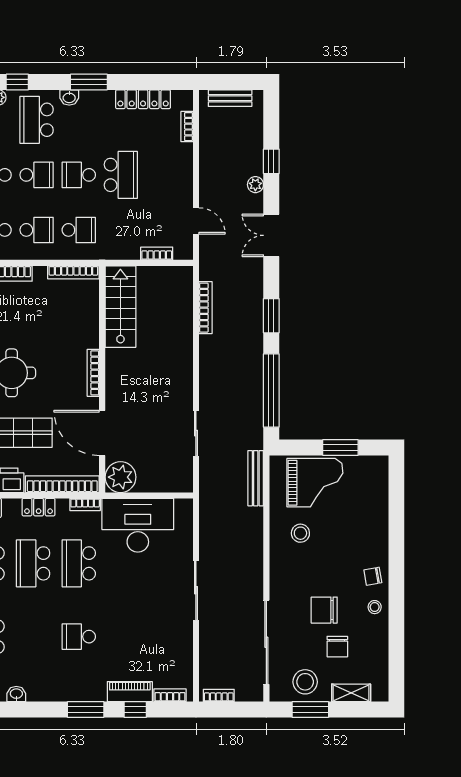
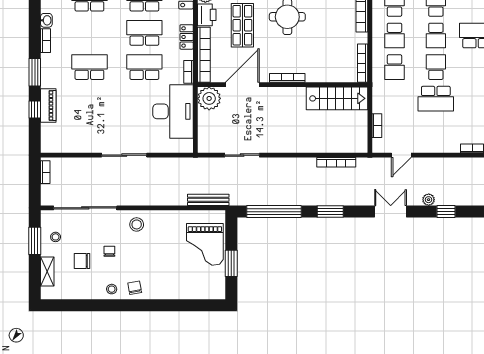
stool: (300, 533) -> (137, 224), moved
chair: (324, 610) -> (109, 251), width x0.54, depth x0.54
school desk: (79, 637) -> (89, 67), width x1.85
stool: (305, 682) -> (56, 237), width x0.53, depth x0.53
bookcase: (170, 695) -> (45, 41), moved

